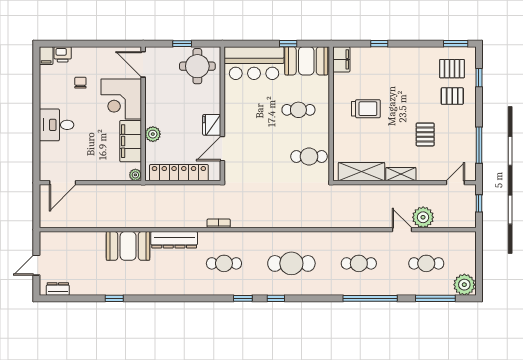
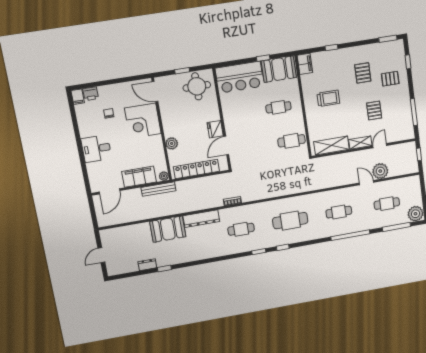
pallet: (452, 69) -> (363, 73), moved, turned 90
filing cabinet: (131, 141) -> (139, 177), moved, turned 90
door: (455, 183) -> (380, 146), moved
bench: (125, 191) -> (158, 189), added
dresser: (58, 289) -> (147, 265), moved

